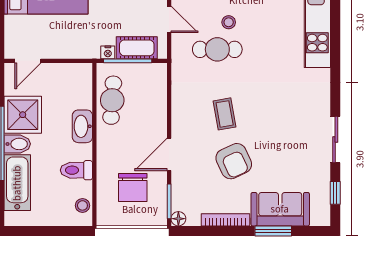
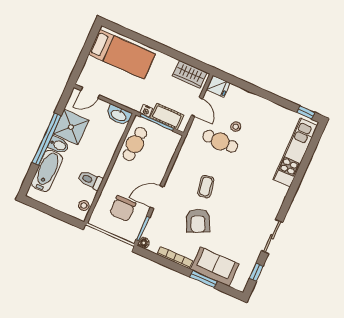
washbasin: (82, 126) -> (119, 115), moved, turned -90

